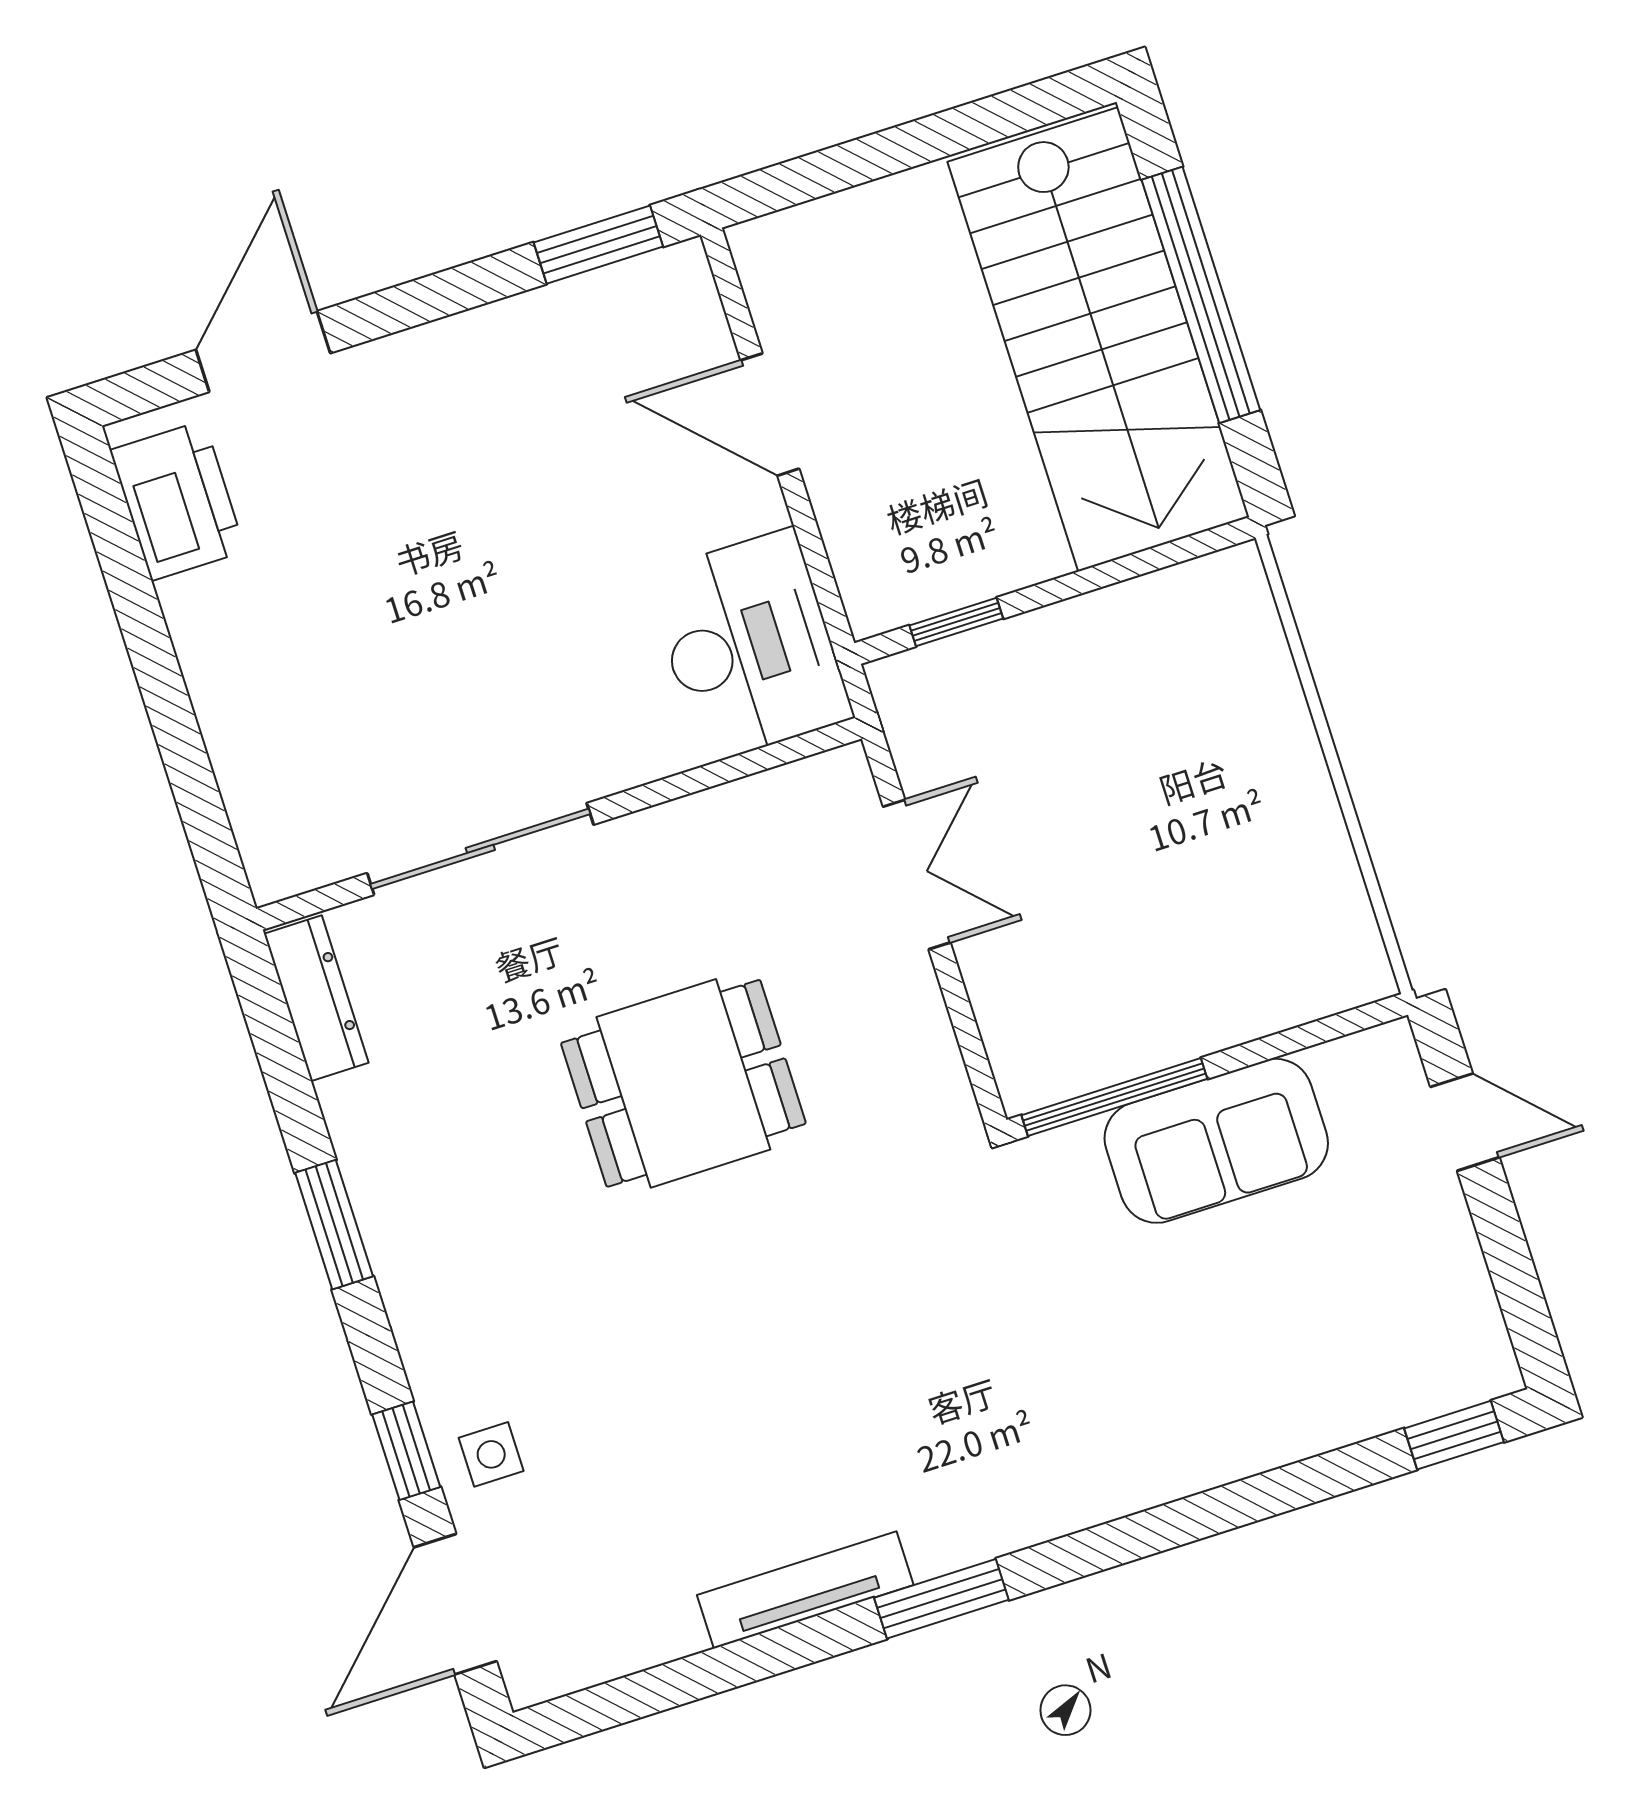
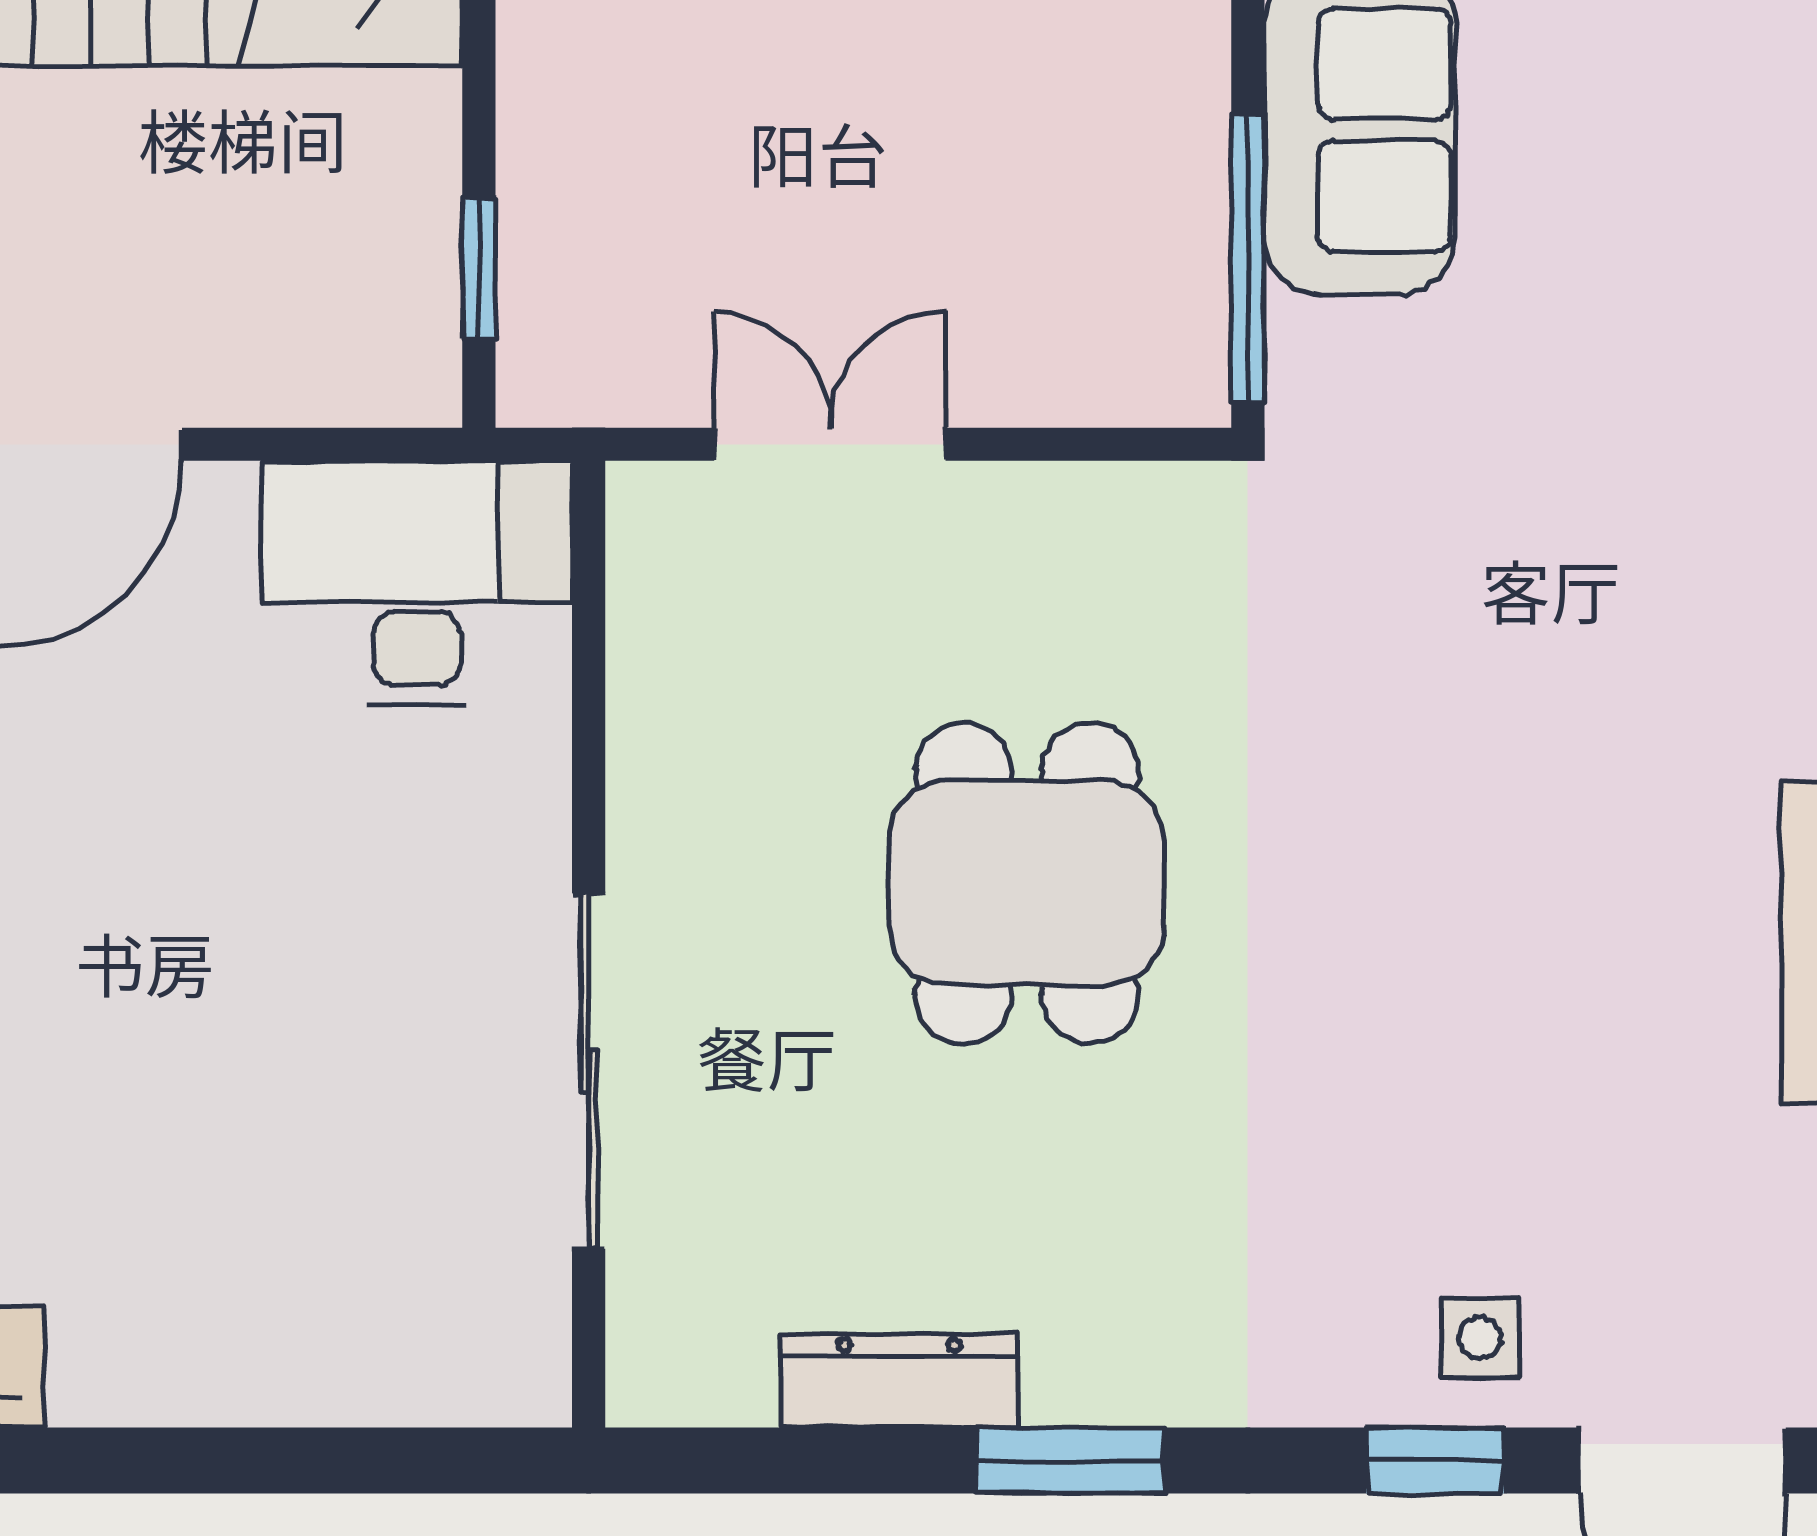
dresser: (316, 998) -> (899, 1381), moved

